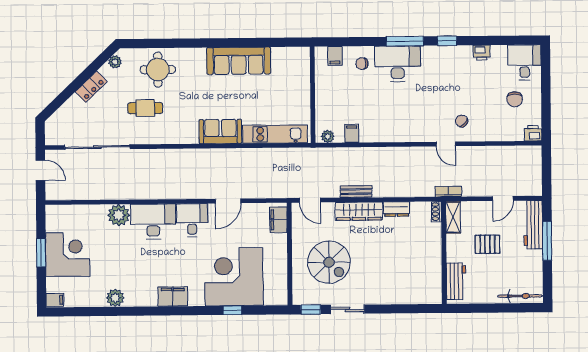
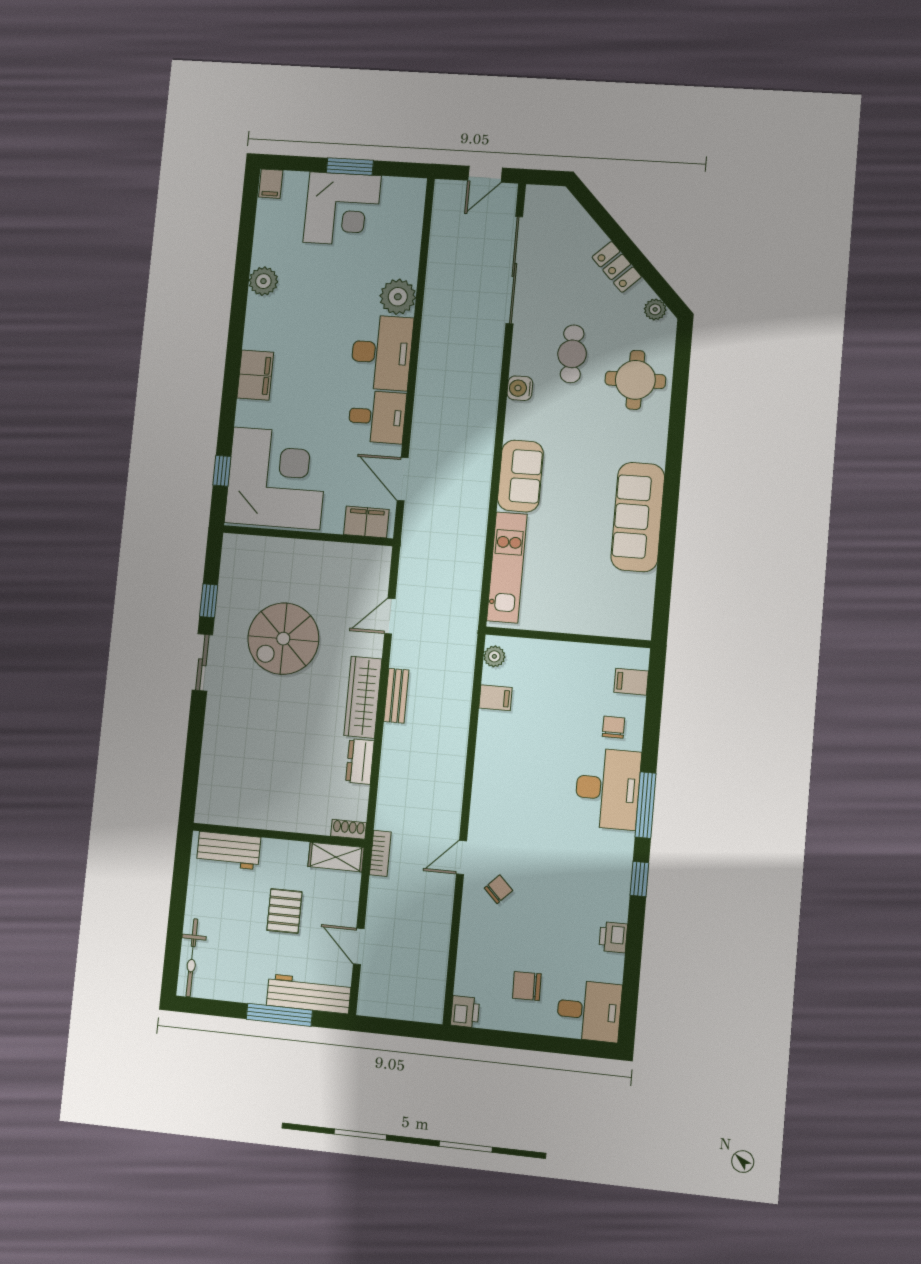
water cooler: (168, 137) -> (520, 388), added
filing cabinet: (278, 220) -> (366, 522), moved
wall: (290, 254) -> (308, 536), moved

